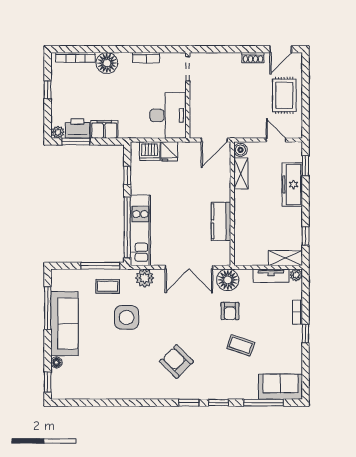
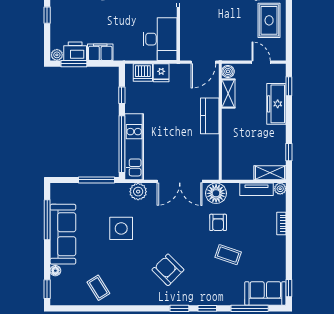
kitchen counter: (221, 221) -> (210, 116), moved
coffee table: (108, 286) -> (98, 288), moved, turned 58
window: (305, 333) -> (289, 288), moved

